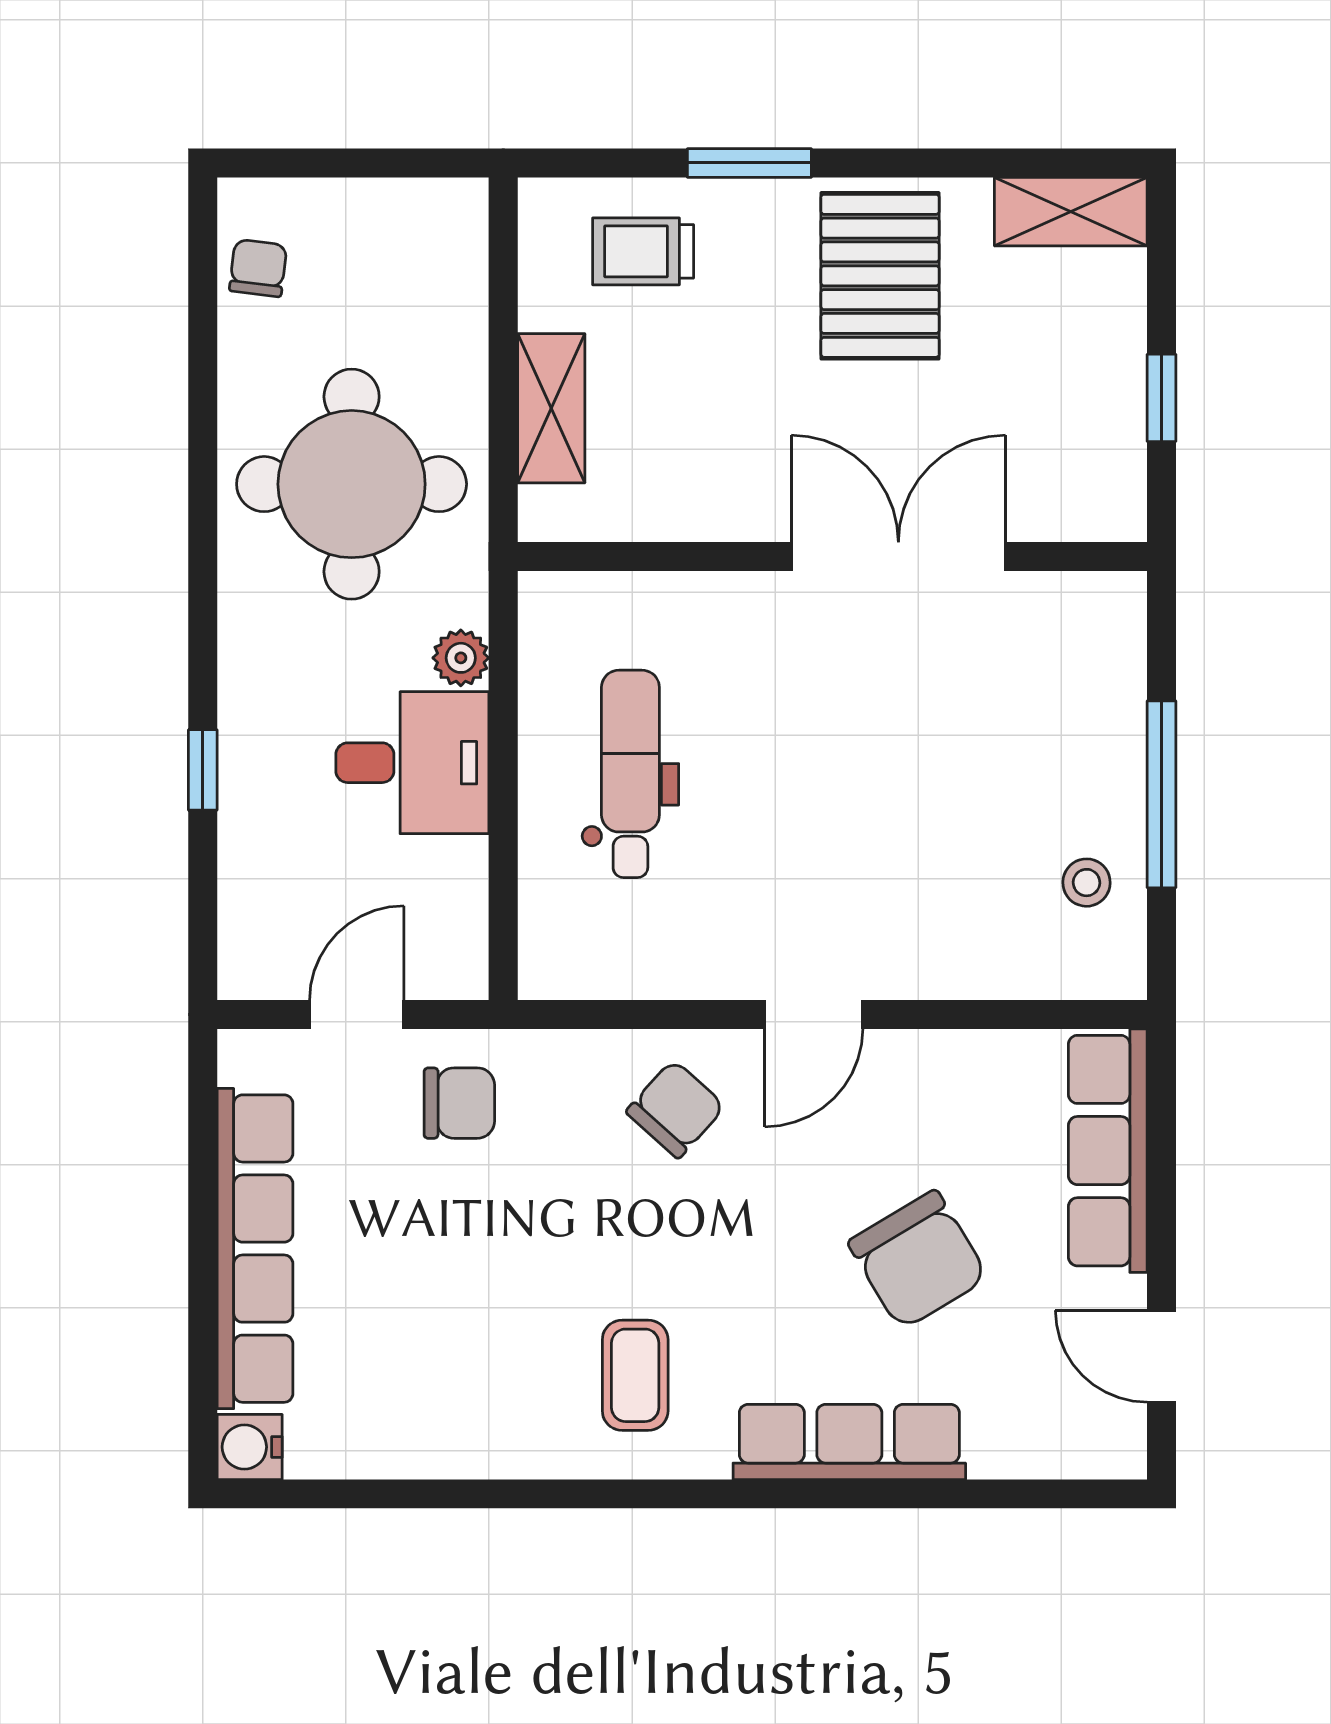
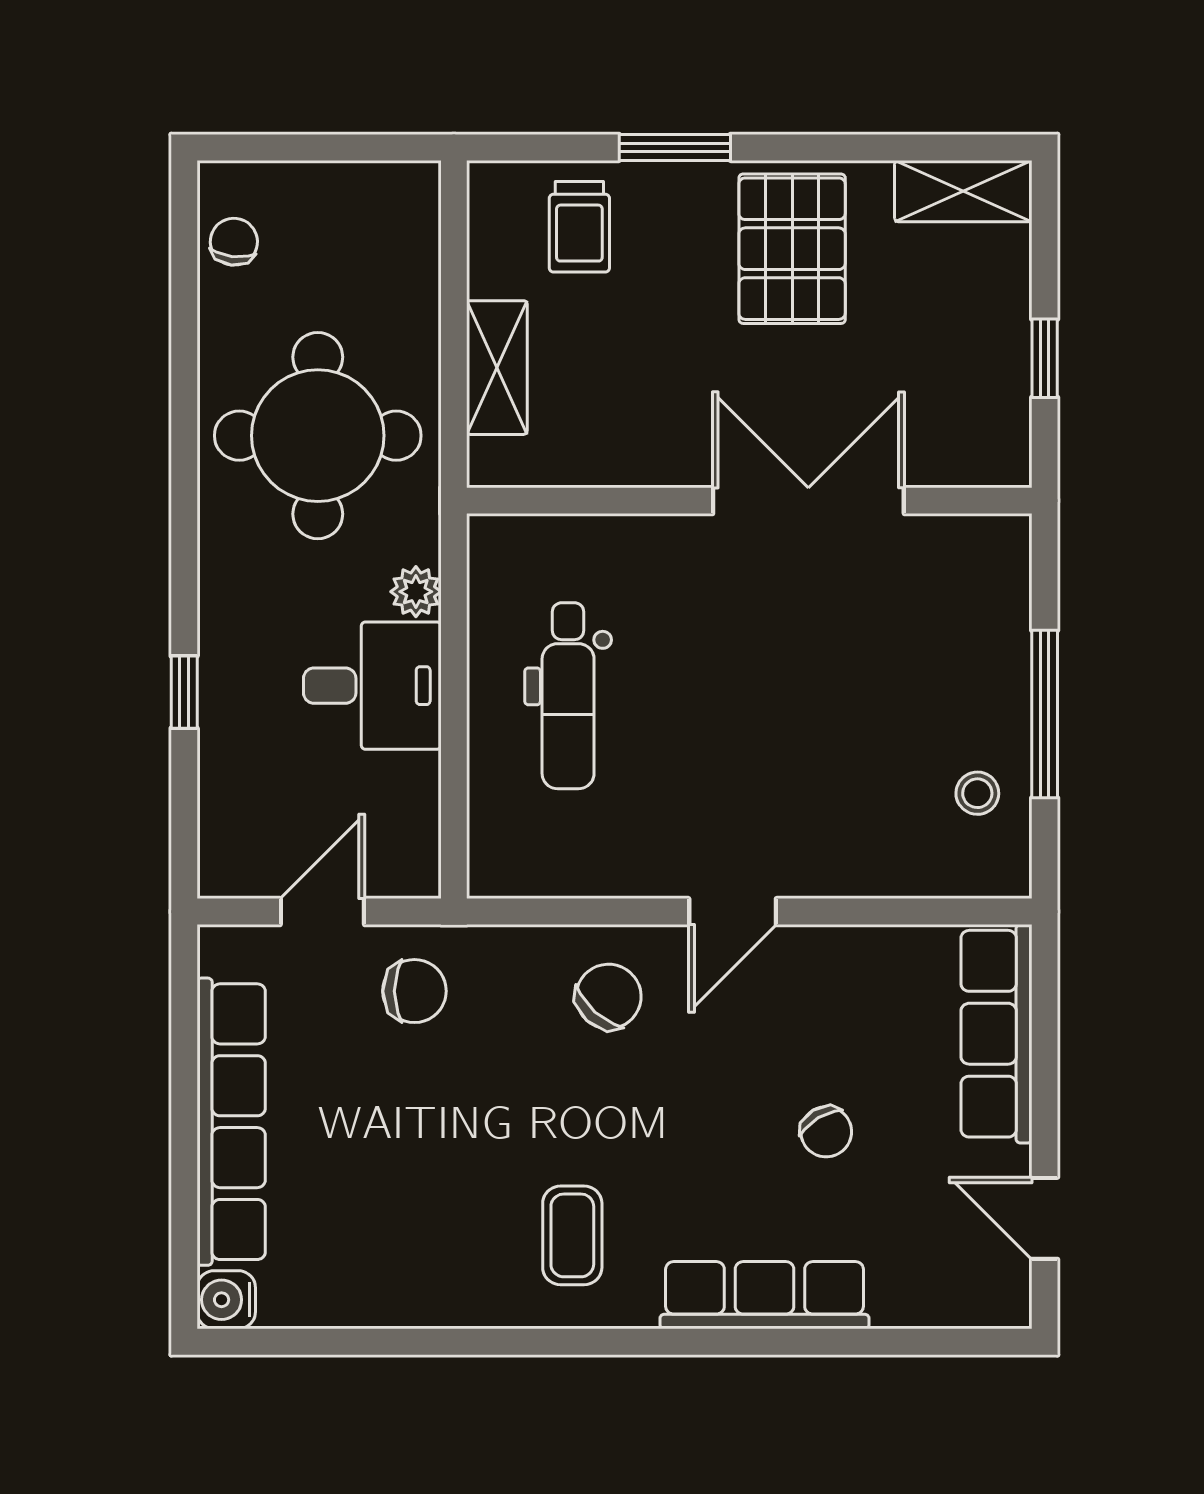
trolley: (643, 251) -> (579, 227), turned -90
dental chair: (630, 774) -> (568, 696), turned 180
chair: (918, 1260) -> (826, 1132), width x0.54, depth x0.54

